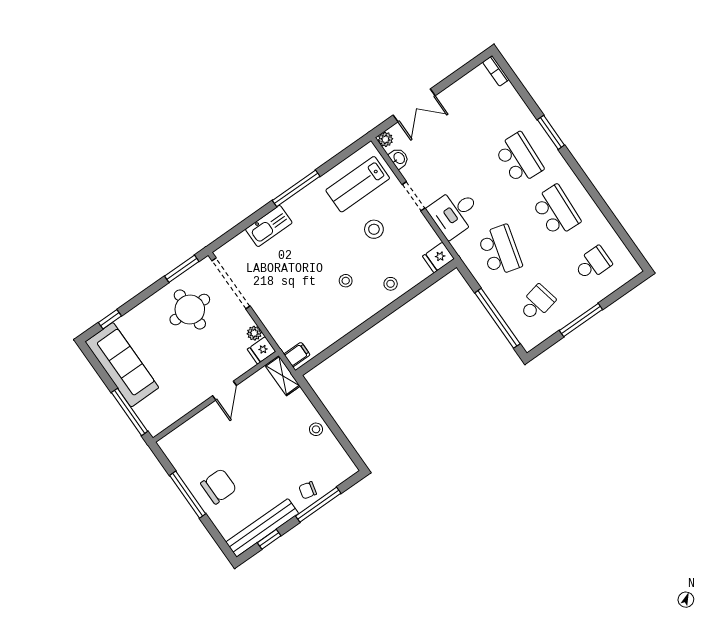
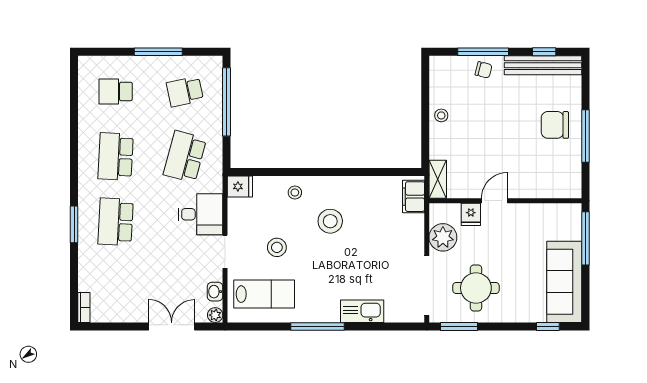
stool: (346, 281) -> (330, 221), width x1.89, depth x1.89
plant: (254, 333) -> (443, 237), width x1.87, depth x1.87
fridge: (262, 350) -> (471, 214), moved, turned 90
filing cabinet: (297, 355) -> (414, 197), width x2.00

